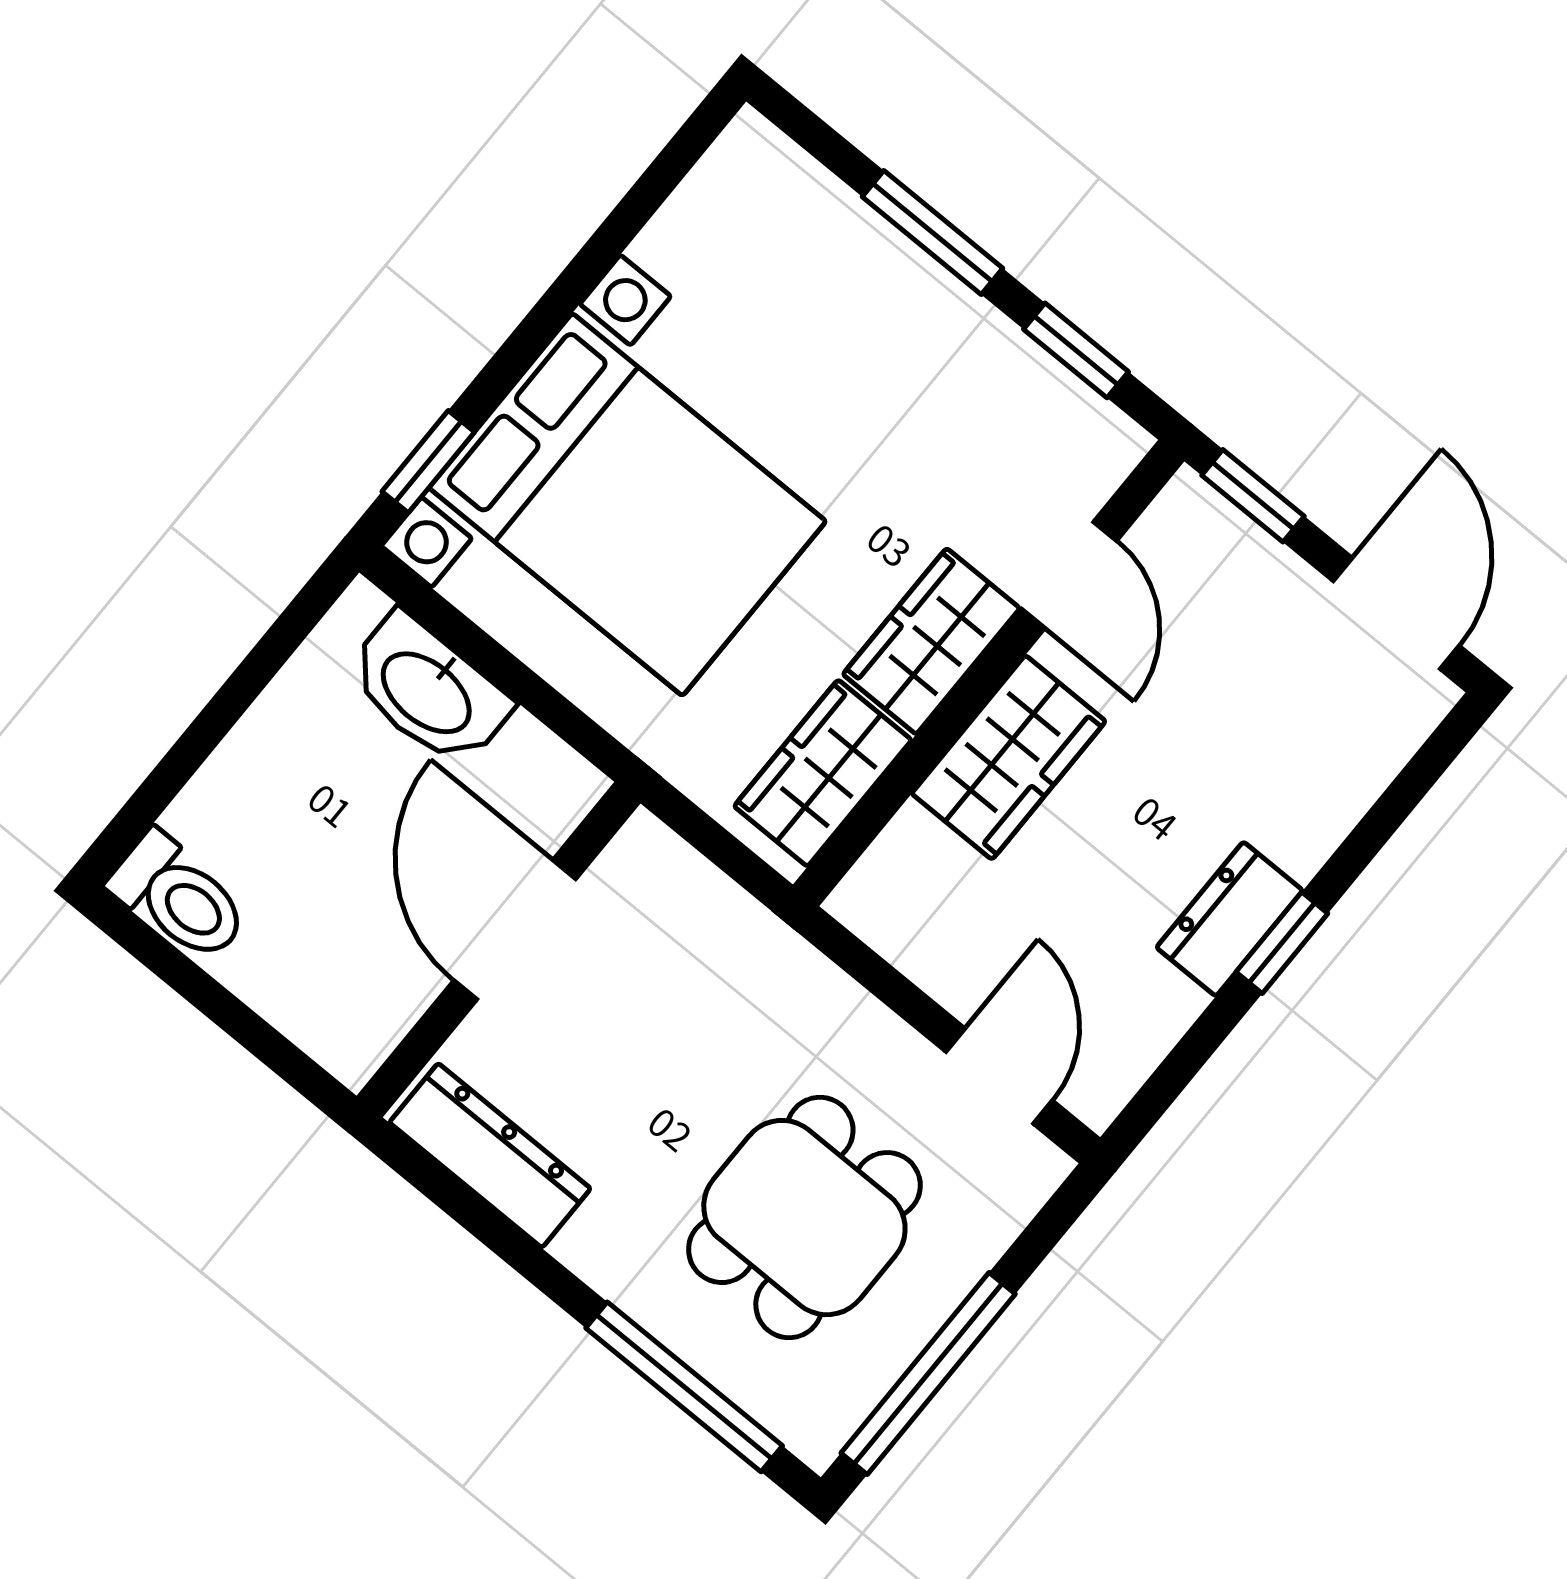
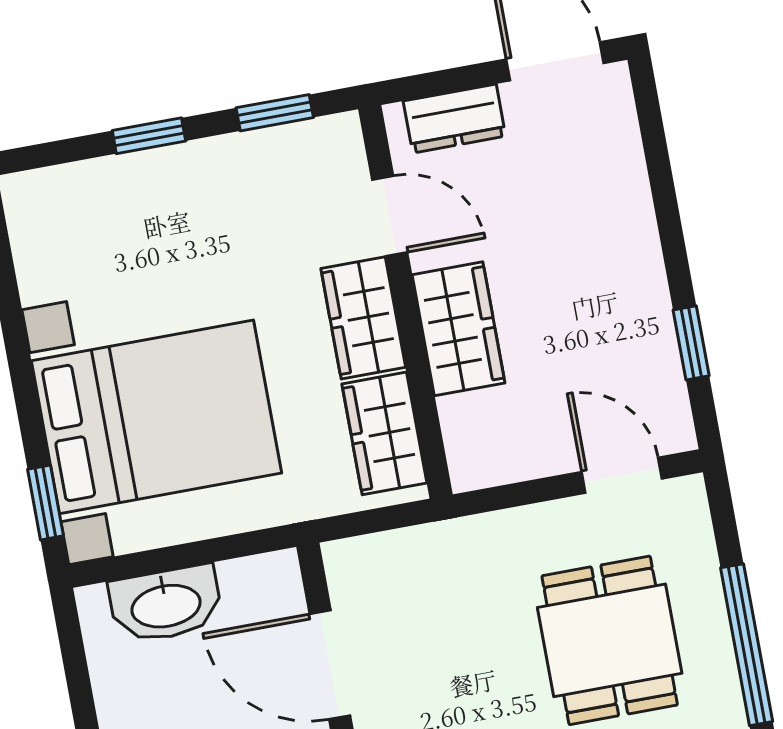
window: (932, 233) -> (149, 136), width x0.67
window: (1253, 496) -> (430, 84), removed
dresser: (1230, 919) -> (454, 119), moved, turned -90
window: (1282, 943) -> (691, 343), moved

